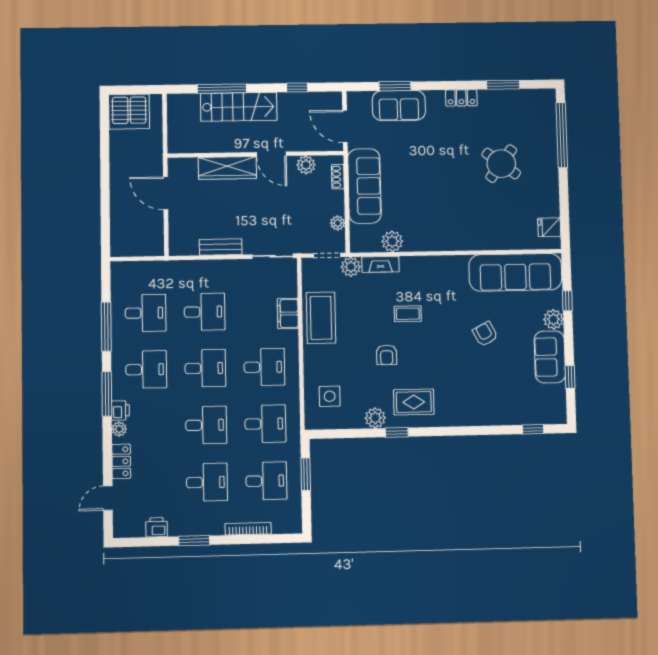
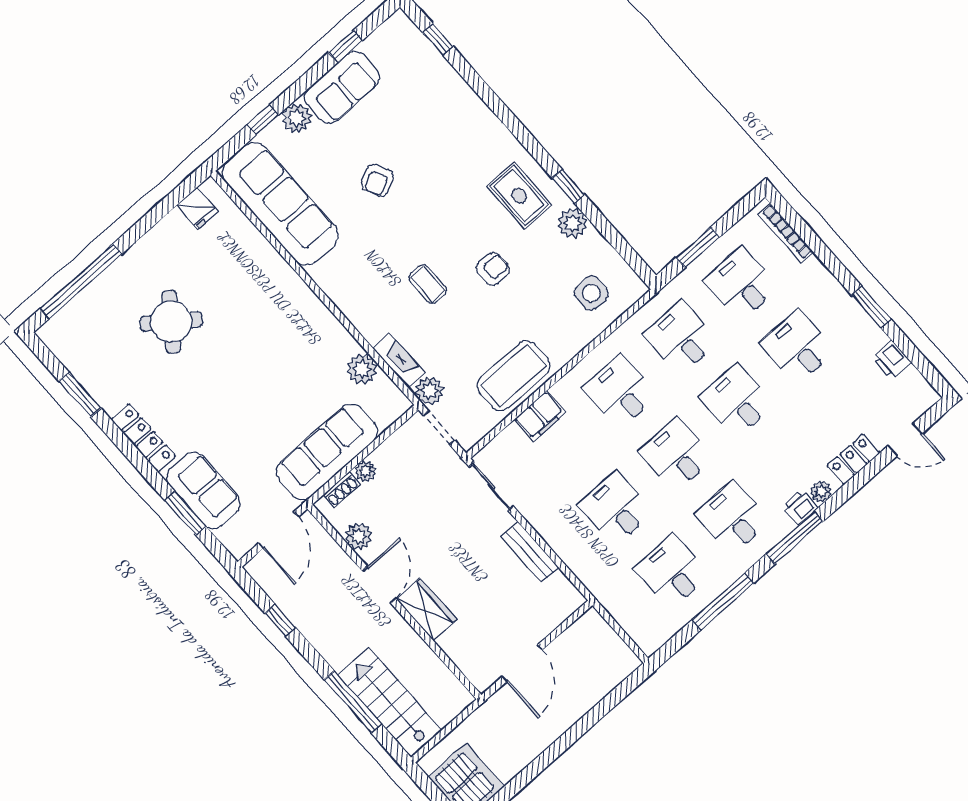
locker: (461, 98) -> (143, 438), width x1.53
stairs: (239, 107) -> (390, 703), moved
wardrobe: (227, 168) -> (427, 609), width x0.67
plant: (338, 223) -> (366, 471), moved
bookcase: (248, 529) -> (786, 233), moved

